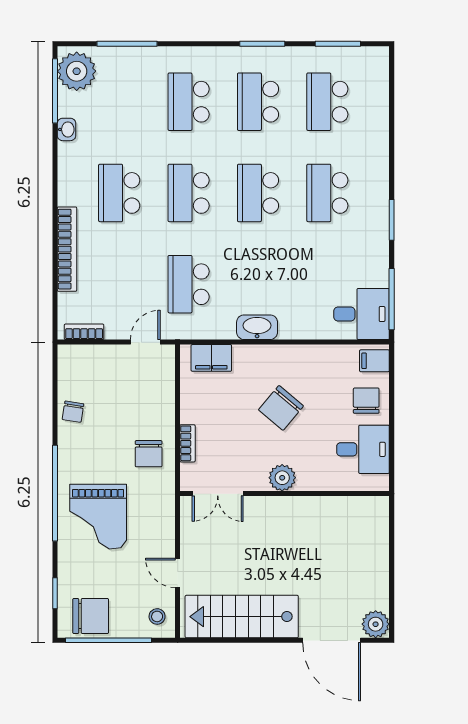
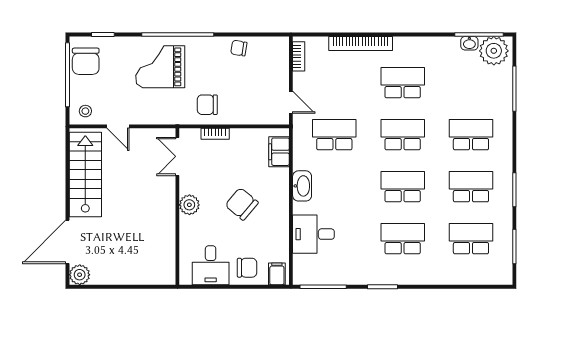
washbasin: (67, 129) -> (469, 43), moved
desk: (362, 314) -> (313, 234), moved, turned 90
door: (178, 573) -> (118, 126), swing flipped

